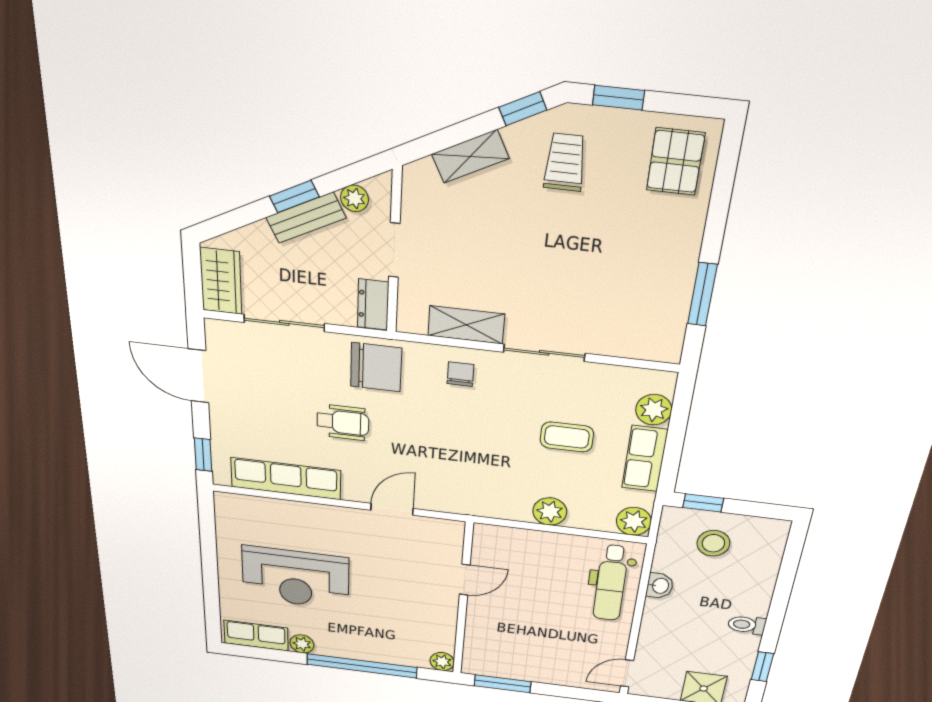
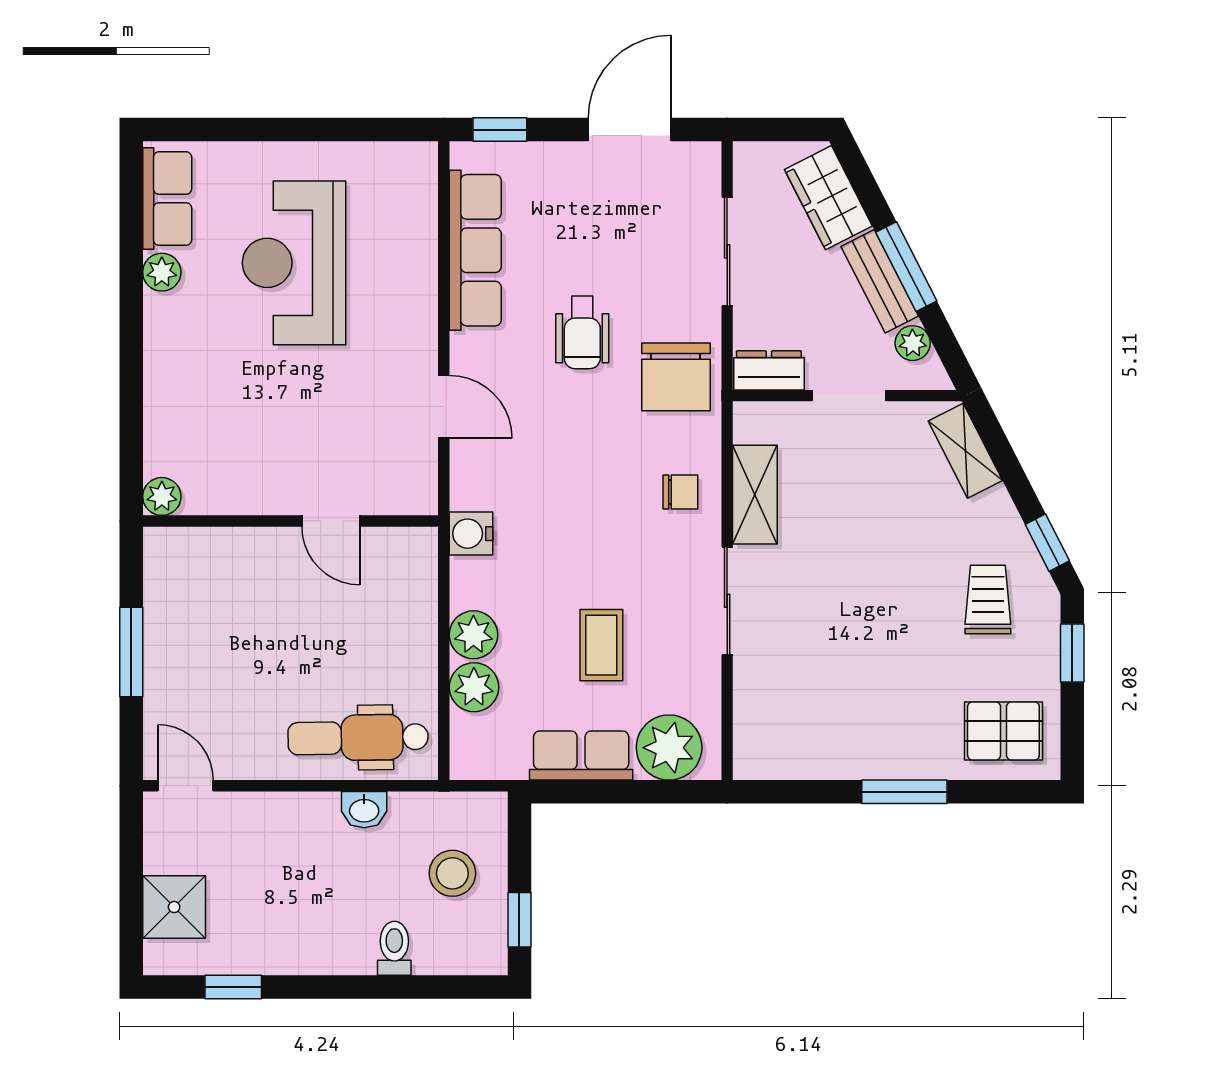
shelving: (470, 156) -> (965, 451), moved
trolley: (565, 162) -> (988, 600), turned -90
window: (294, 197) -> (906, 267), width x1.50
wardrobe: (221, 281) -> (828, 198), moved, turned 63
window: (702, 294) -> (904, 792), moved
plant: (654, 410) -> (669, 748), width x1.36, depth x1.36
window: (703, 503) -> (519, 920), moved
water cooler: (480, 504) -> (471, 534), added
plant: (634, 521) -> (474, 687), moved
toilet: (747, 625) -> (394, 948), moved
window: (362, 666) -> (131, 369), removed
window: (503, 684) -> (131, 652), moved

